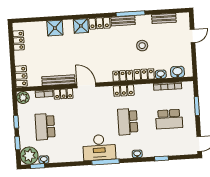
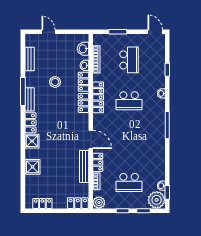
door: (86, 85) -> (91, 139), swing flipped
locker: (124, 91) -> (98, 97), width x1.53
desk: (99, 147) -> (153, 130), removed

